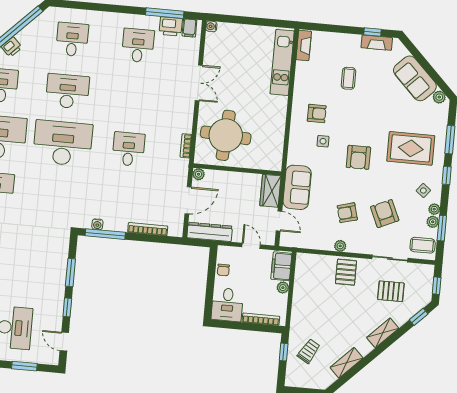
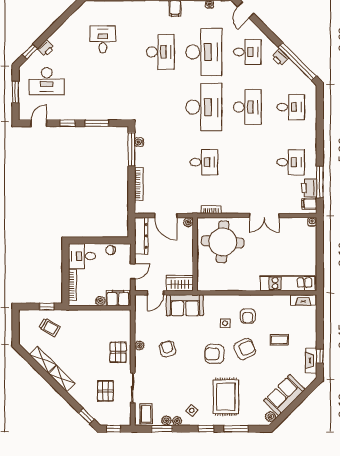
armchair: (385, 214) -> (245, 349), moved
pallet: (346, 272) -> (118, 352), turned 90
shelving: (383, 333) -> (62, 379), moved

